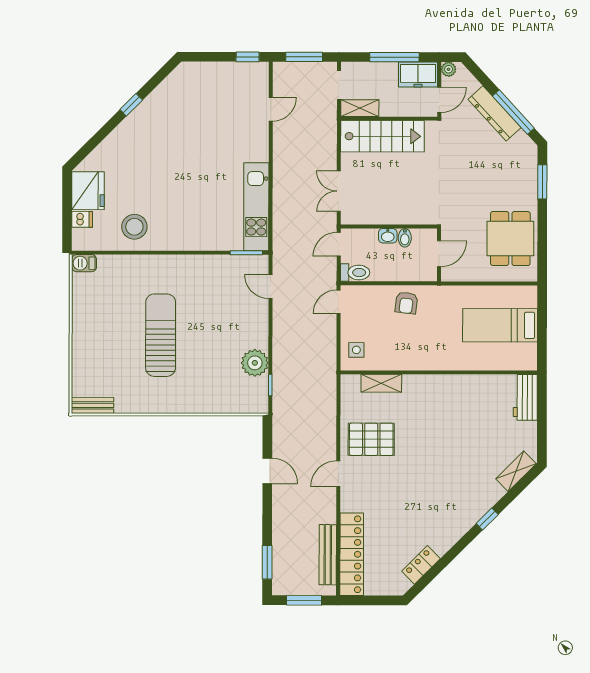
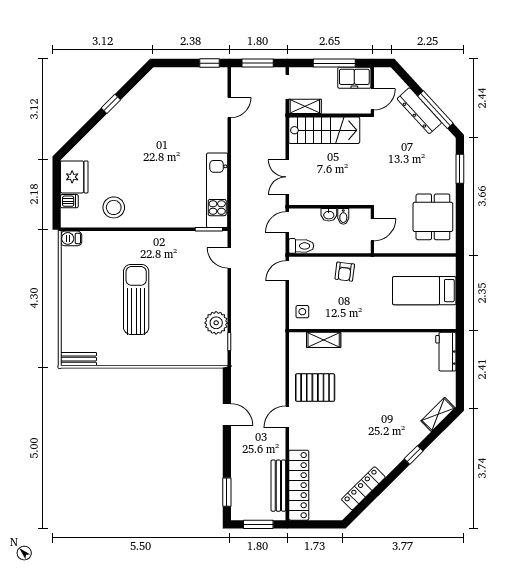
plant: (449, 69) -> (380, 73), removed
locker: (421, 565) -> (363, 488), width x1.53

